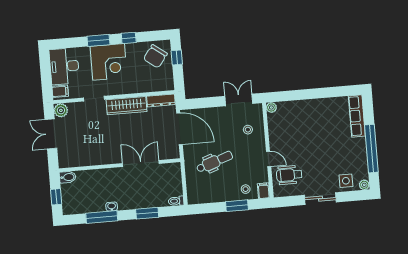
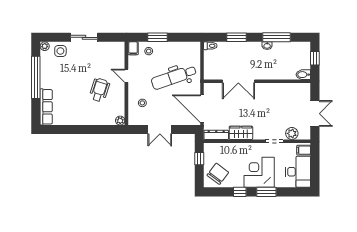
window: (177, 57) -> (199, 159), moved
double door: (239, 100) -> (160, 130), moved
wardrobe: (126, 106) -> (241, 133), width x0.67
plant: (61, 110) -> (292, 133), moved
dental chair: (215, 162) -> (174, 77), width x1.36, depth x1.38
wheelchair: (289, 175) -> (99, 90), moved, turned -72

